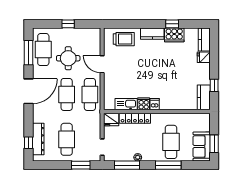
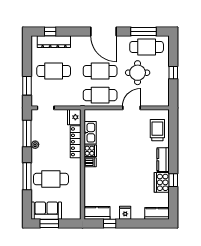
trolley: (124, 39) -> (157, 130), turned 180
fridge: (204, 57) -> (125, 213), moved

